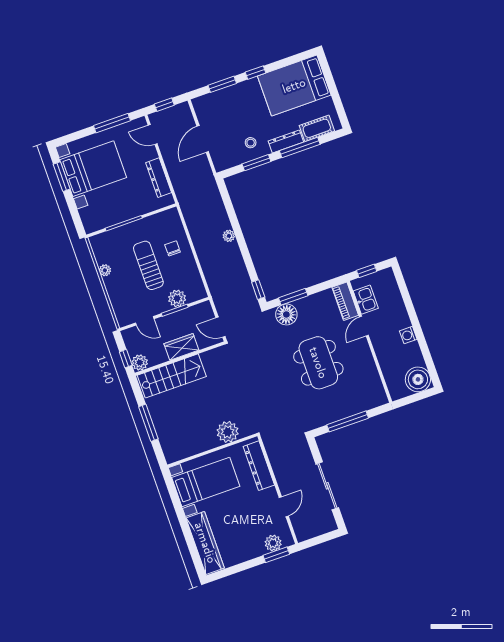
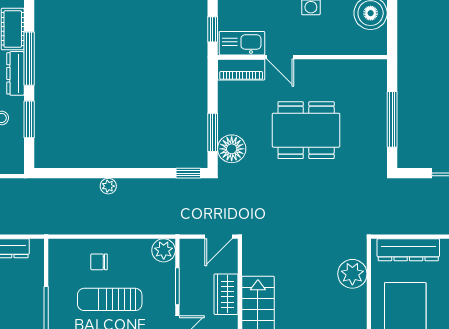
plant: (177, 298) -> (164, 250), moved
kitchen sink: (366, 300) -> (242, 43), width x1.38

